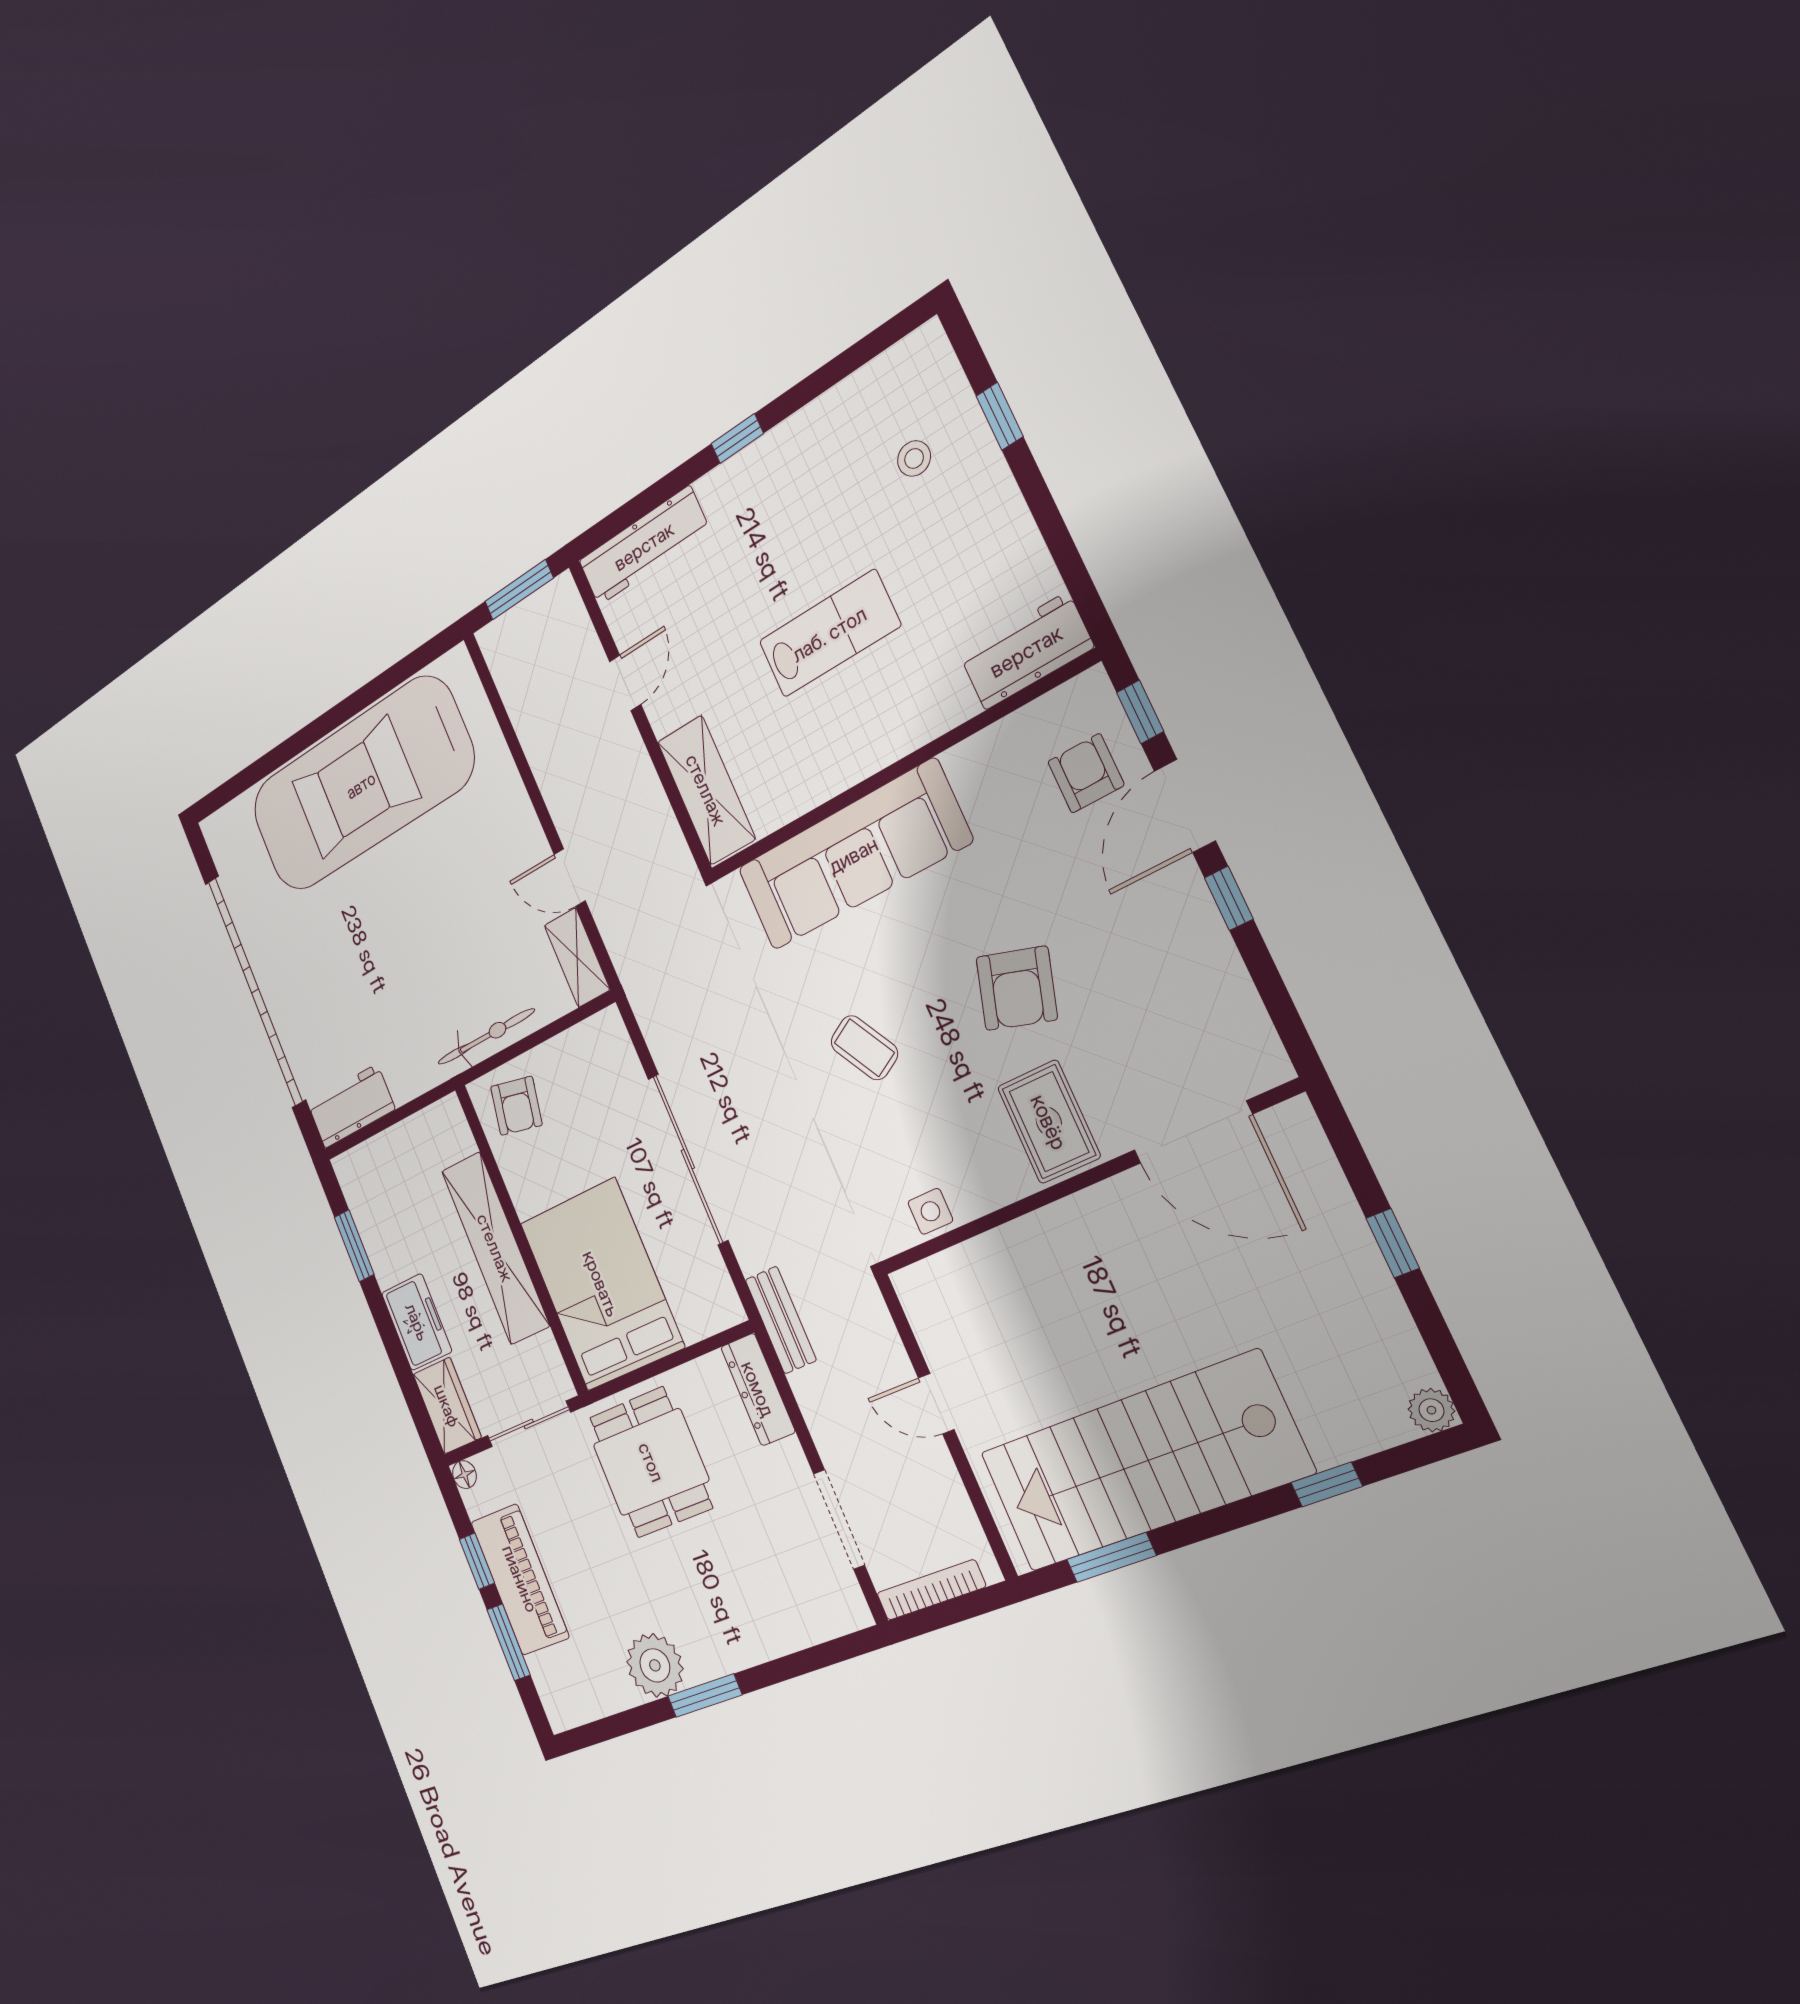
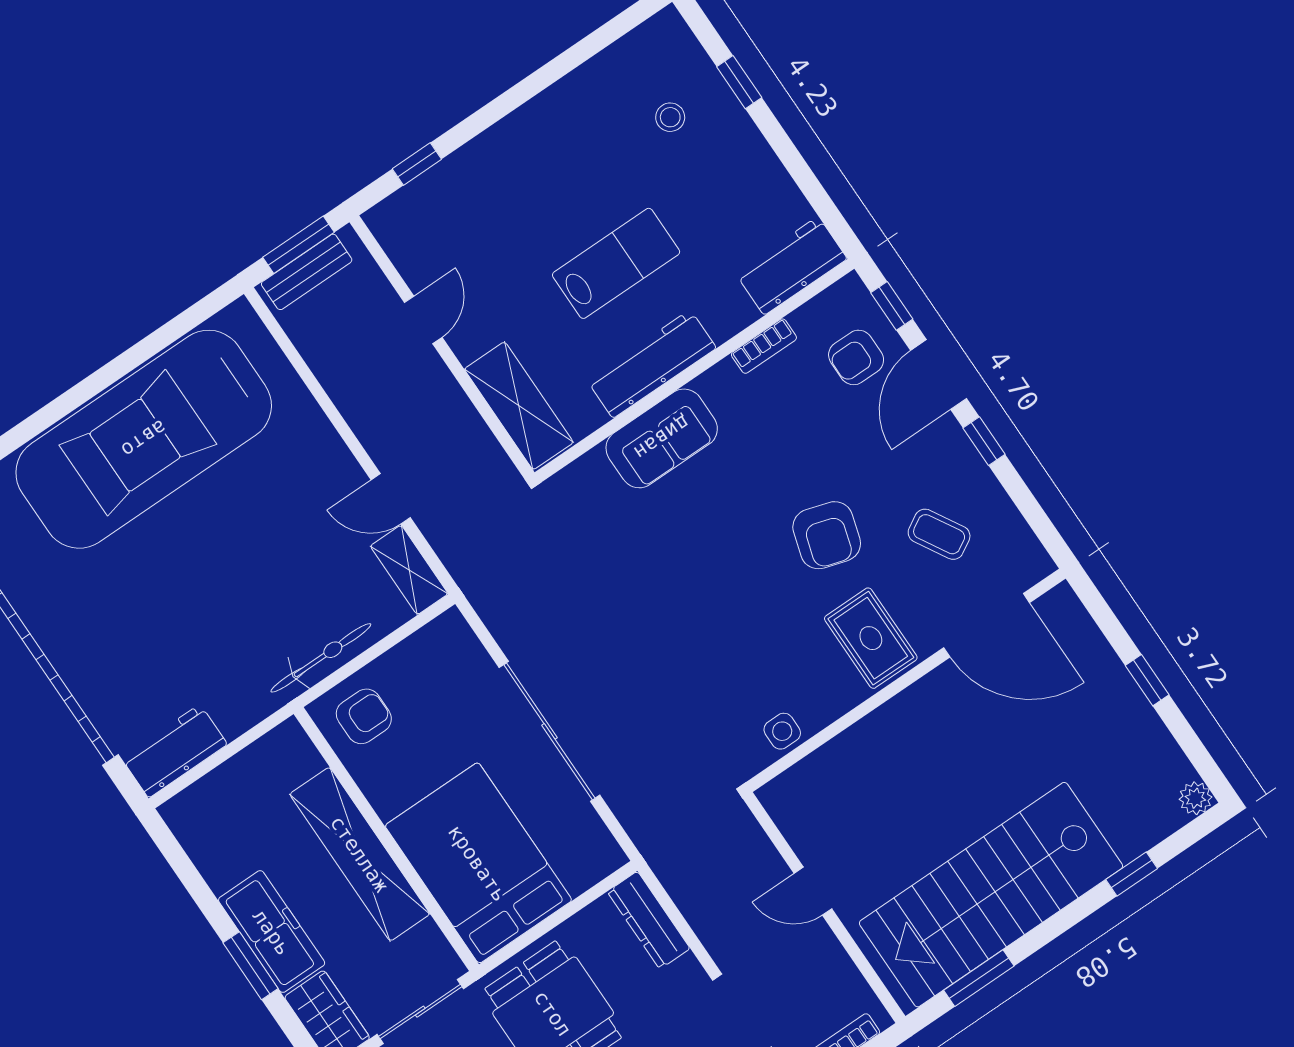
window: (737, 439) -> (417, 164), moved
workbench: (644, 546) -> (652, 364), moved, turned 180
bookcase: (979, 748) -> (764, 346), added
armchair: (1086, 773) -> (856, 357), turned -90
sofa: (853, 855) -> (662, 438), width x0.54, depth x0.79
coffee table: (864, 1048) -> (939, 534), moved
armchair: (516, 1106) -> (364, 716), turned -102
window: (354, 1246) -> (251, 966), moved
bench: (781, 1320) -> (307, 272), moved, turned 90
freezer: (417, 1322) -> (272, 932), width x1.40

